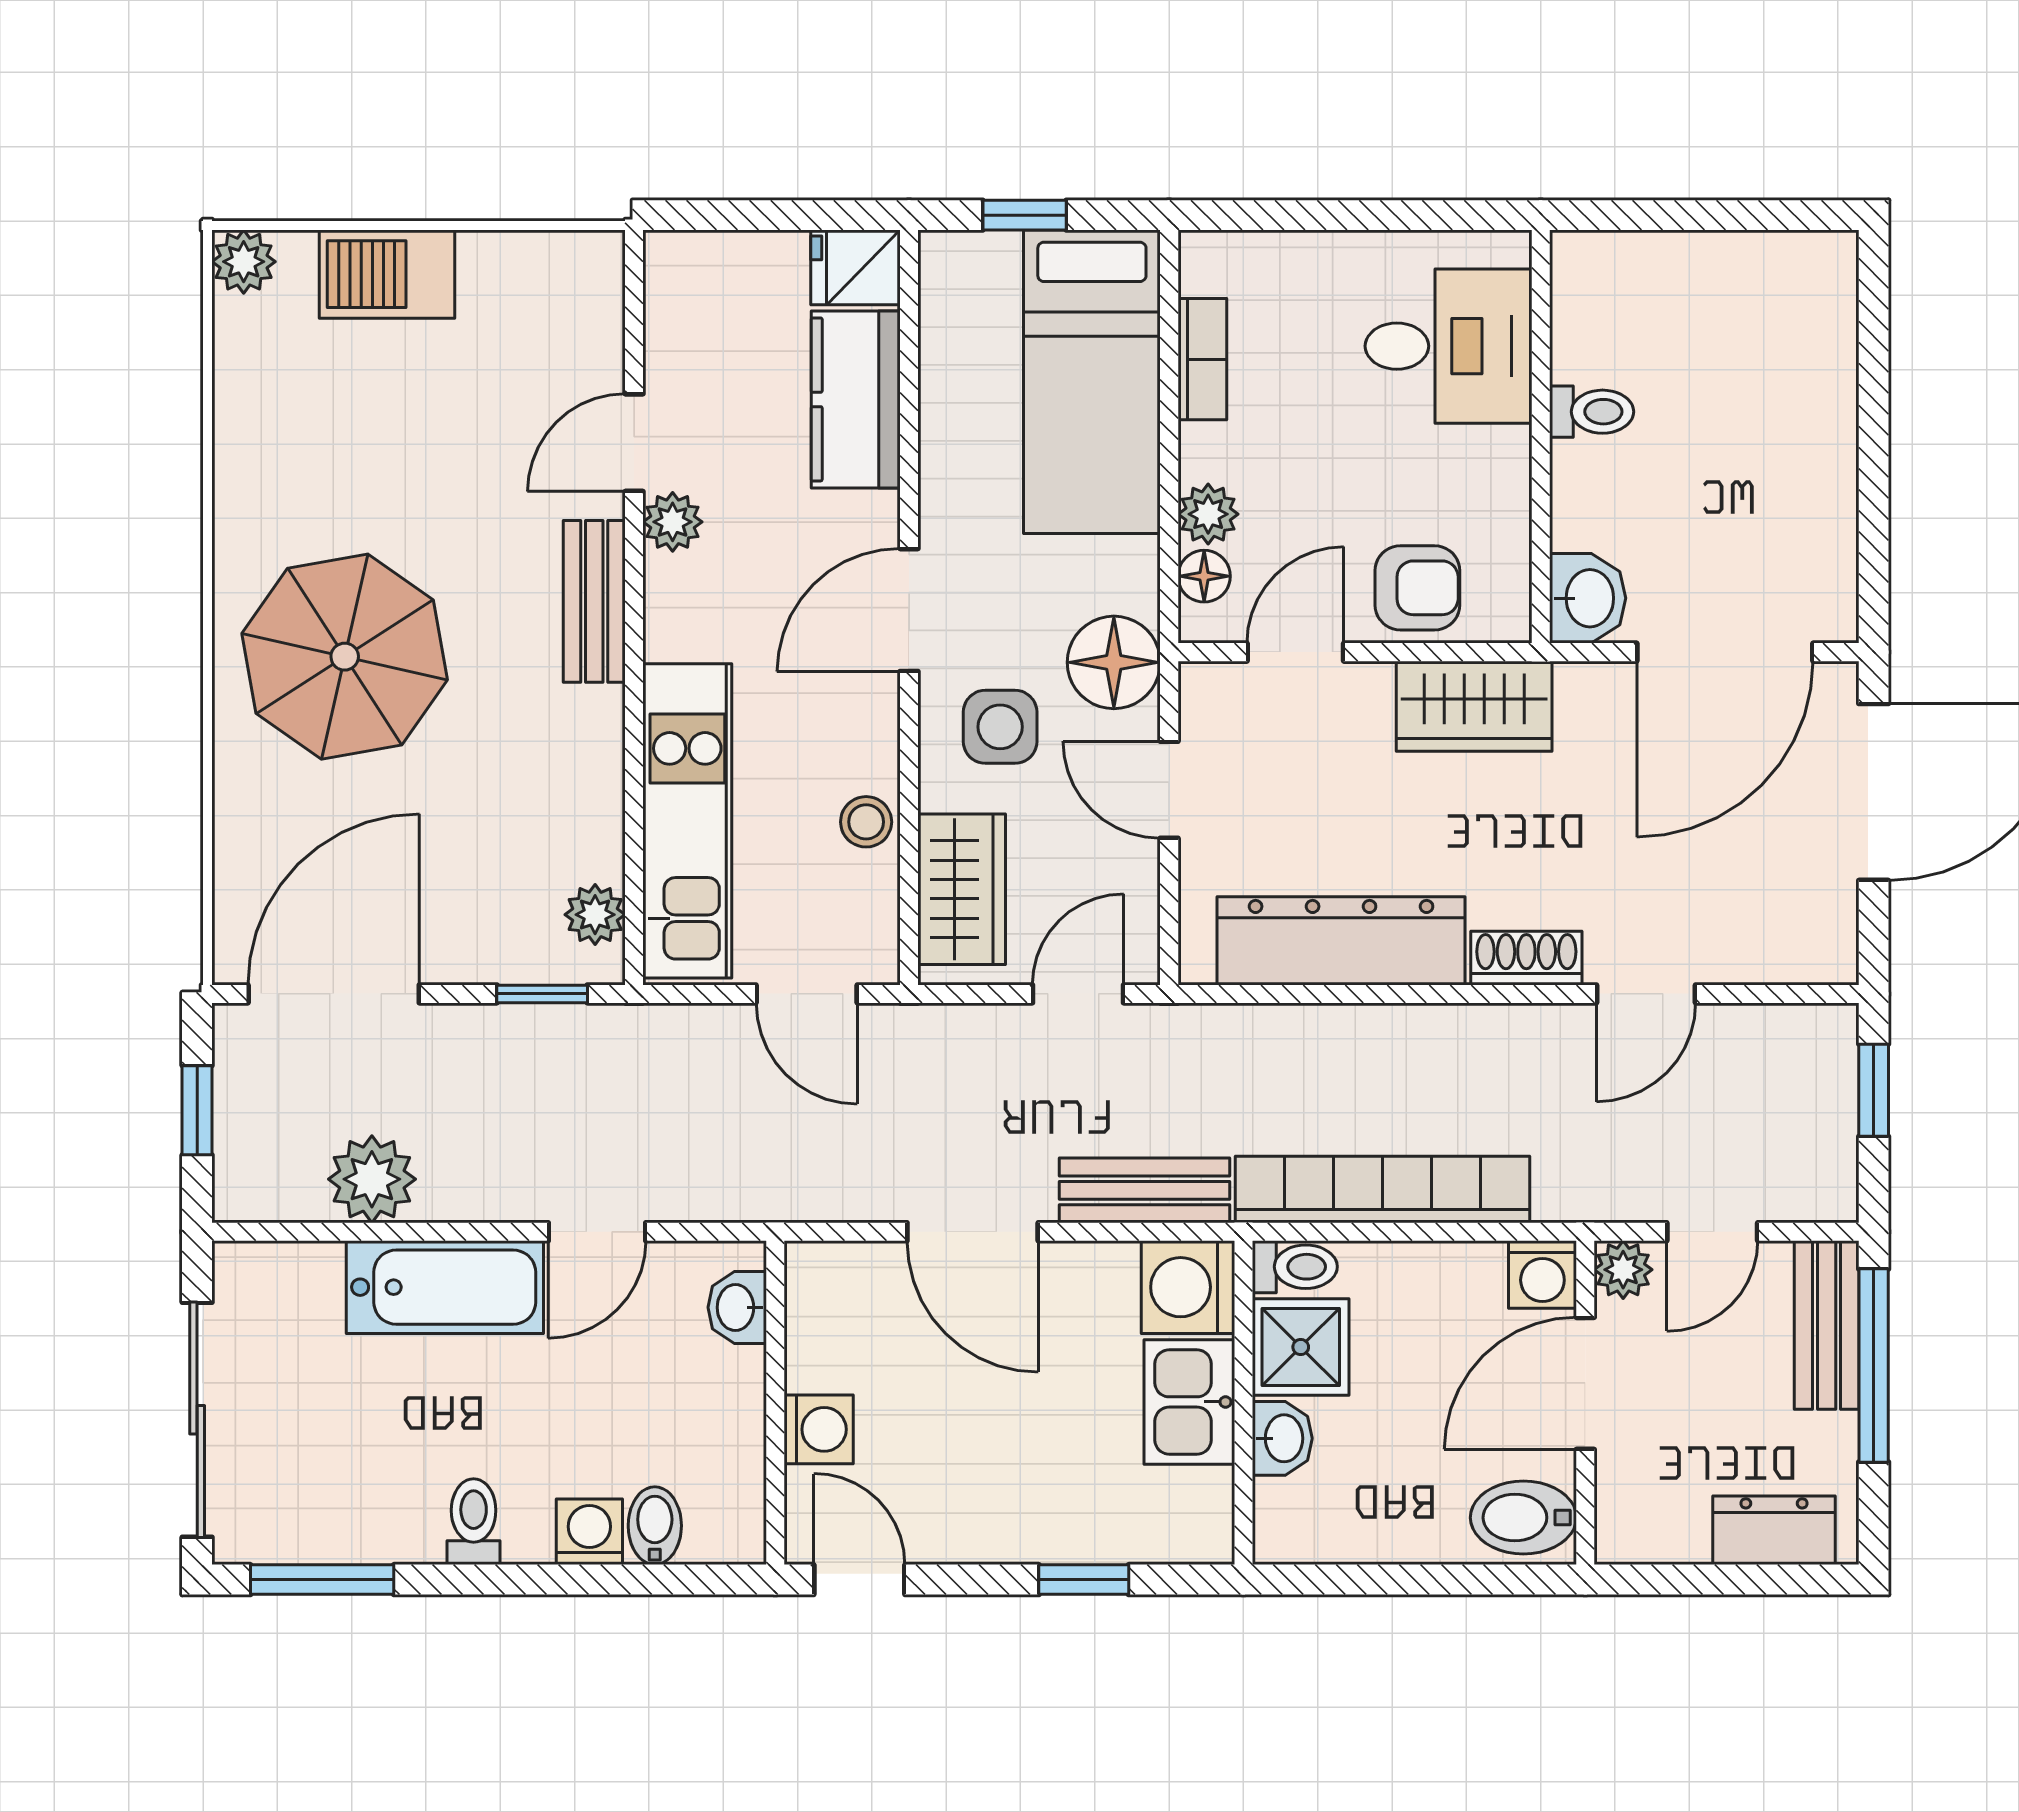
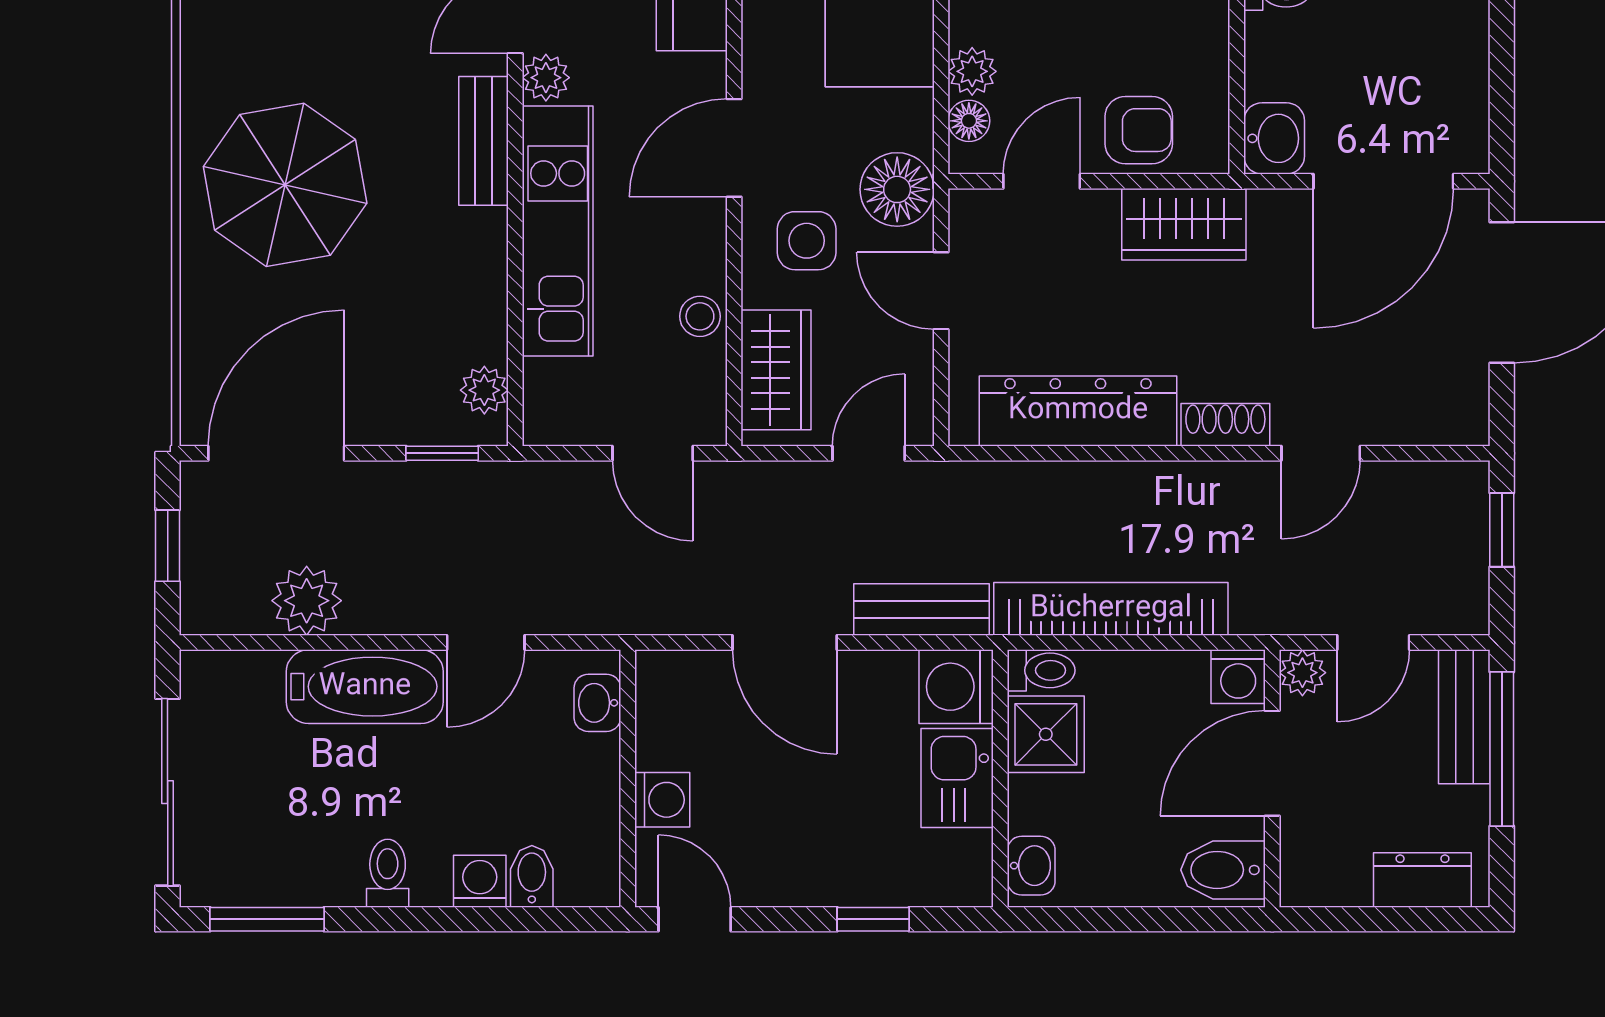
kitchen unit: (687, 821) -> (558, 231), moved
washbasin: (1282, 1438) -> (1031, 866), moved

